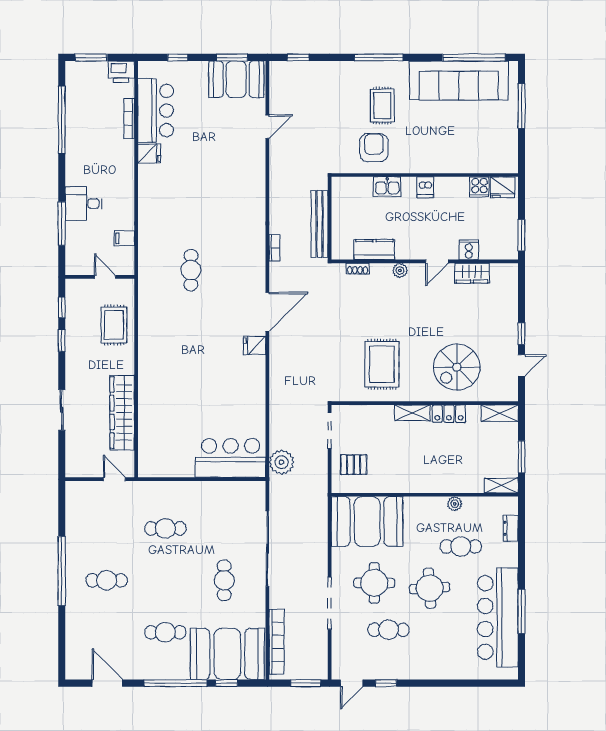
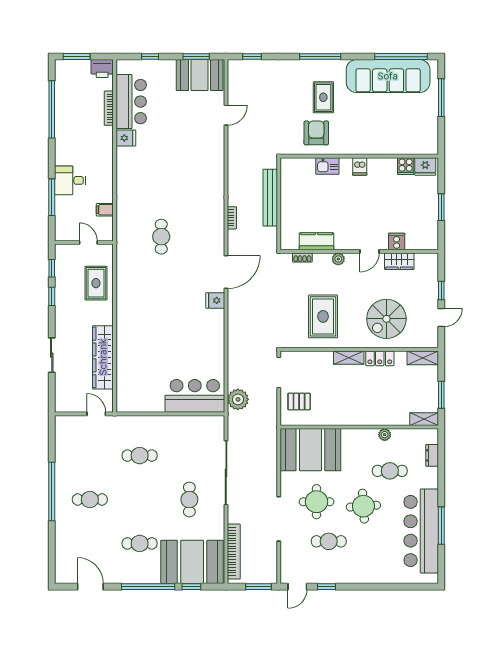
kitchen counter: (374, 250) -> (317, 241), moved
cooker: (469, 250) -> (397, 241), moved
wall: (425, 261) -> (359, 251), moved
door: (437, 261) -> (370, 251), moved
shoe rack: (358, 269) -> (302, 257), moved
plant: (400, 270) -> (338, 259), moved
wardrobe: (472, 273) -> (399, 261), moved

